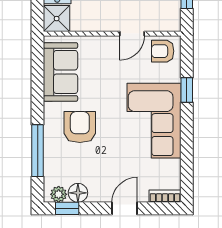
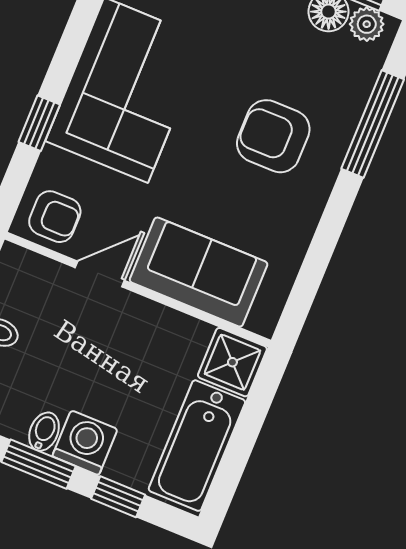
sofa: (61, 72) -> (199, 272), moved, turned 90
armchair: (80, 127) -> (273, 136), turned 90

